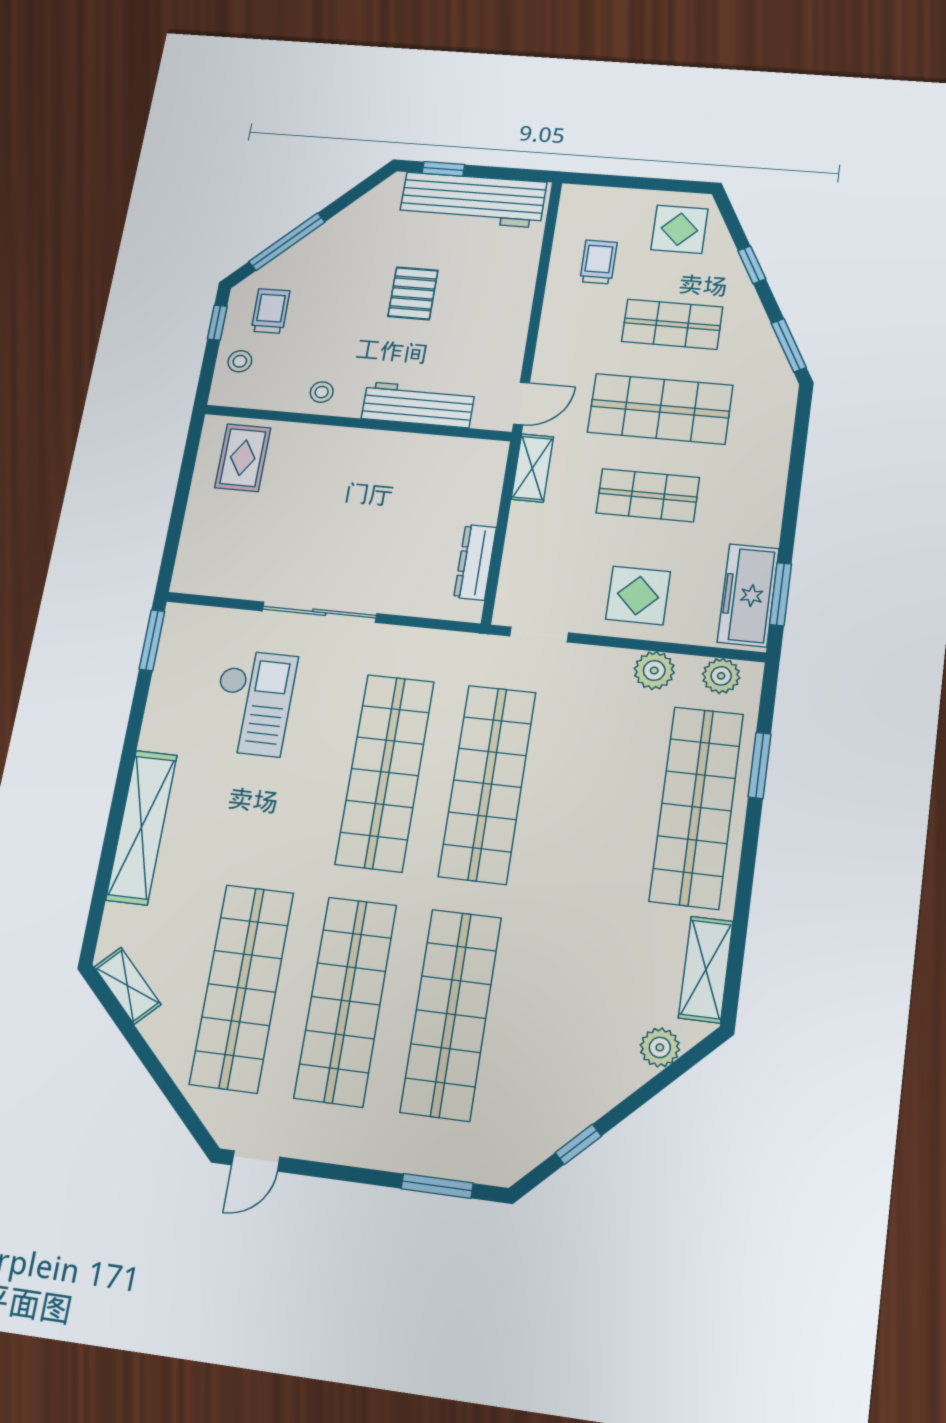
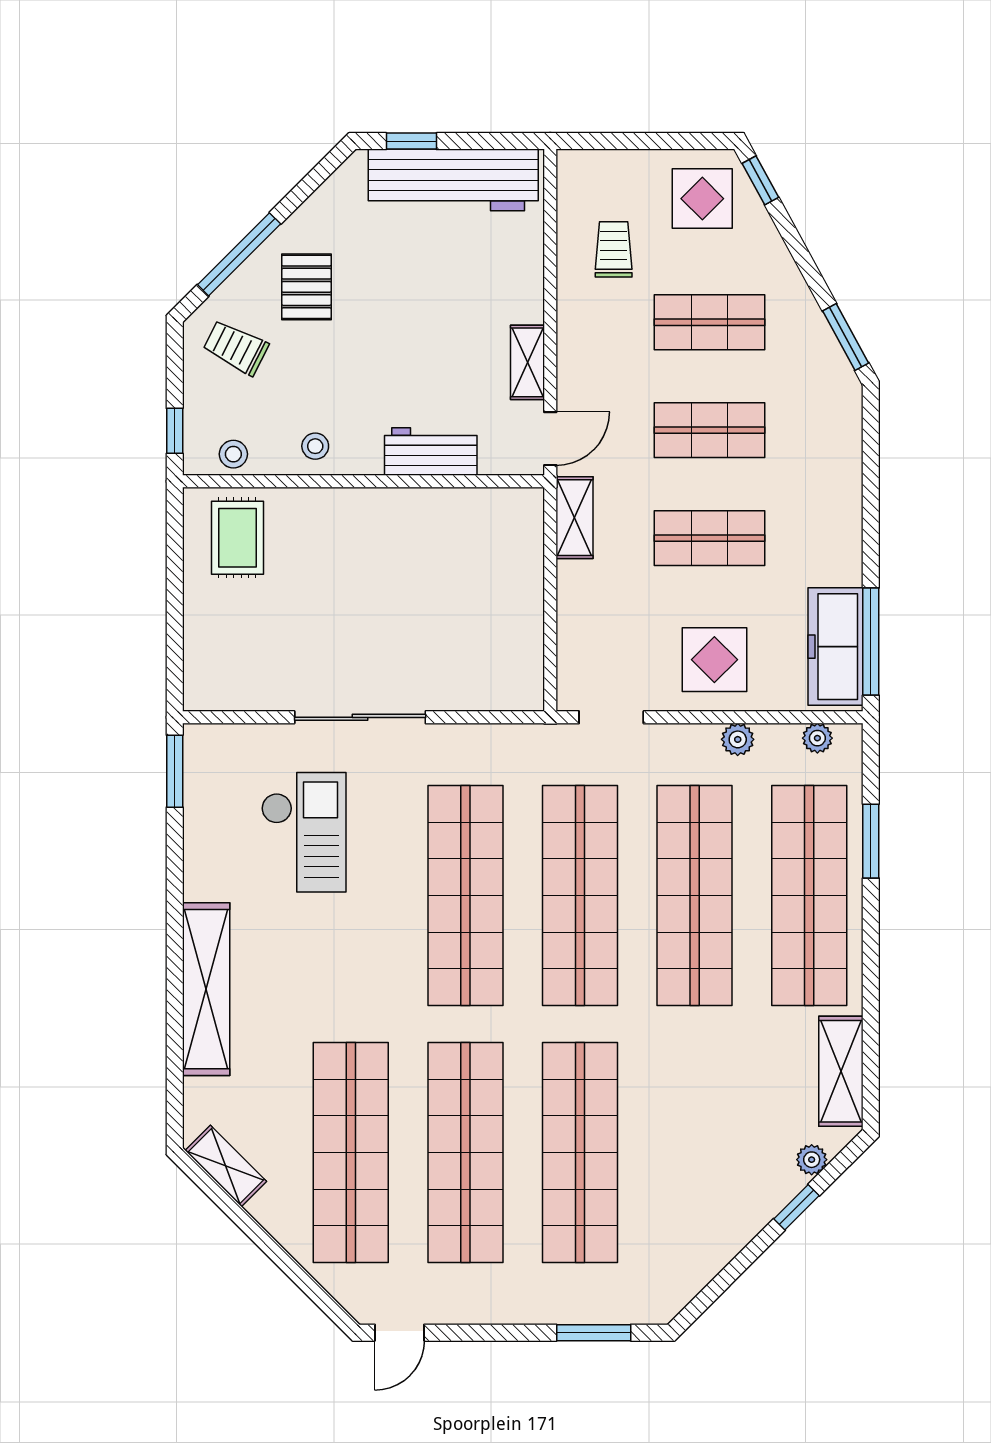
window: (752, 265) -> (760, 180), moved
pallet: (413, 293) -> (306, 287), moved
trolley: (270, 311) -> (236, 347), turned -62
window: (217, 323) -> (175, 431), moved
shelving: (512, 342) -> (528, 362), added
stool: (240, 361) -> (233, 454), moved
workbench: (418, 405) -> (431, 452), width x0.73
shop shelf: (660, 409) -> (710, 430), width x0.70, depth x0.74
dresser: (475, 562) -> (527, 639), removed
window: (781, 594) -> (871, 642), width x1.44
plant: (654, 670) -> (738, 739), width x0.73, depth x0.73
plant: (721, 676) -> (817, 738), width x0.73, depth x0.73
shop shelf: (591, 795) -> (695, 895), added
plant: (660, 1047) -> (812, 1160), width x0.73, depth x0.73
window: (578, 1144) -> (797, 1207), moved

